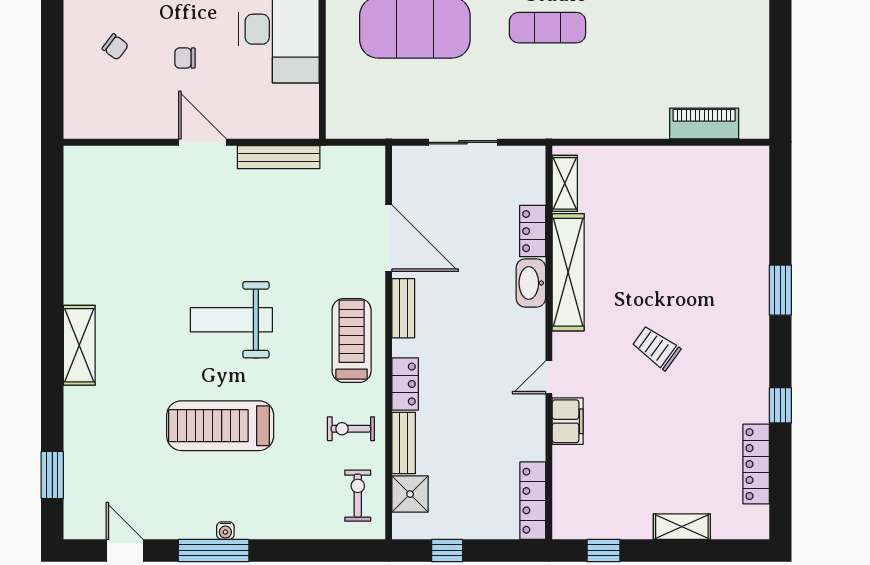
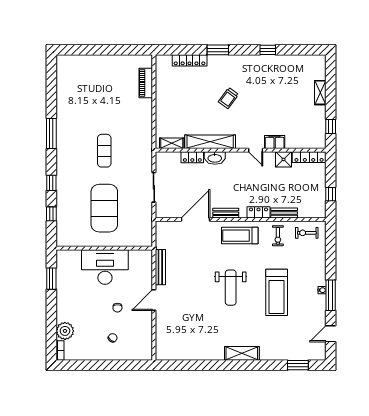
trolley: (656, 348) -> (228, 98), moved
locker: (756, 464) -> (190, 60), moved
shower: (410, 494) -> (283, 159), moved

